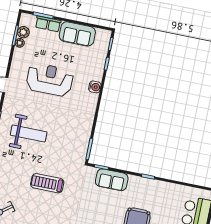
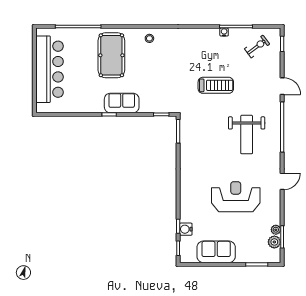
row of seats: (48, 24) -> (250, 256), removed
reception desk: (50, 80) -> (236, 197), turned 180
water cooler: (95, 87) -> (186, 229), moved
weight bench: (29, 133) -> (247, 135), turned -90
sofa: (112, 180) -> (122, 103), moved

